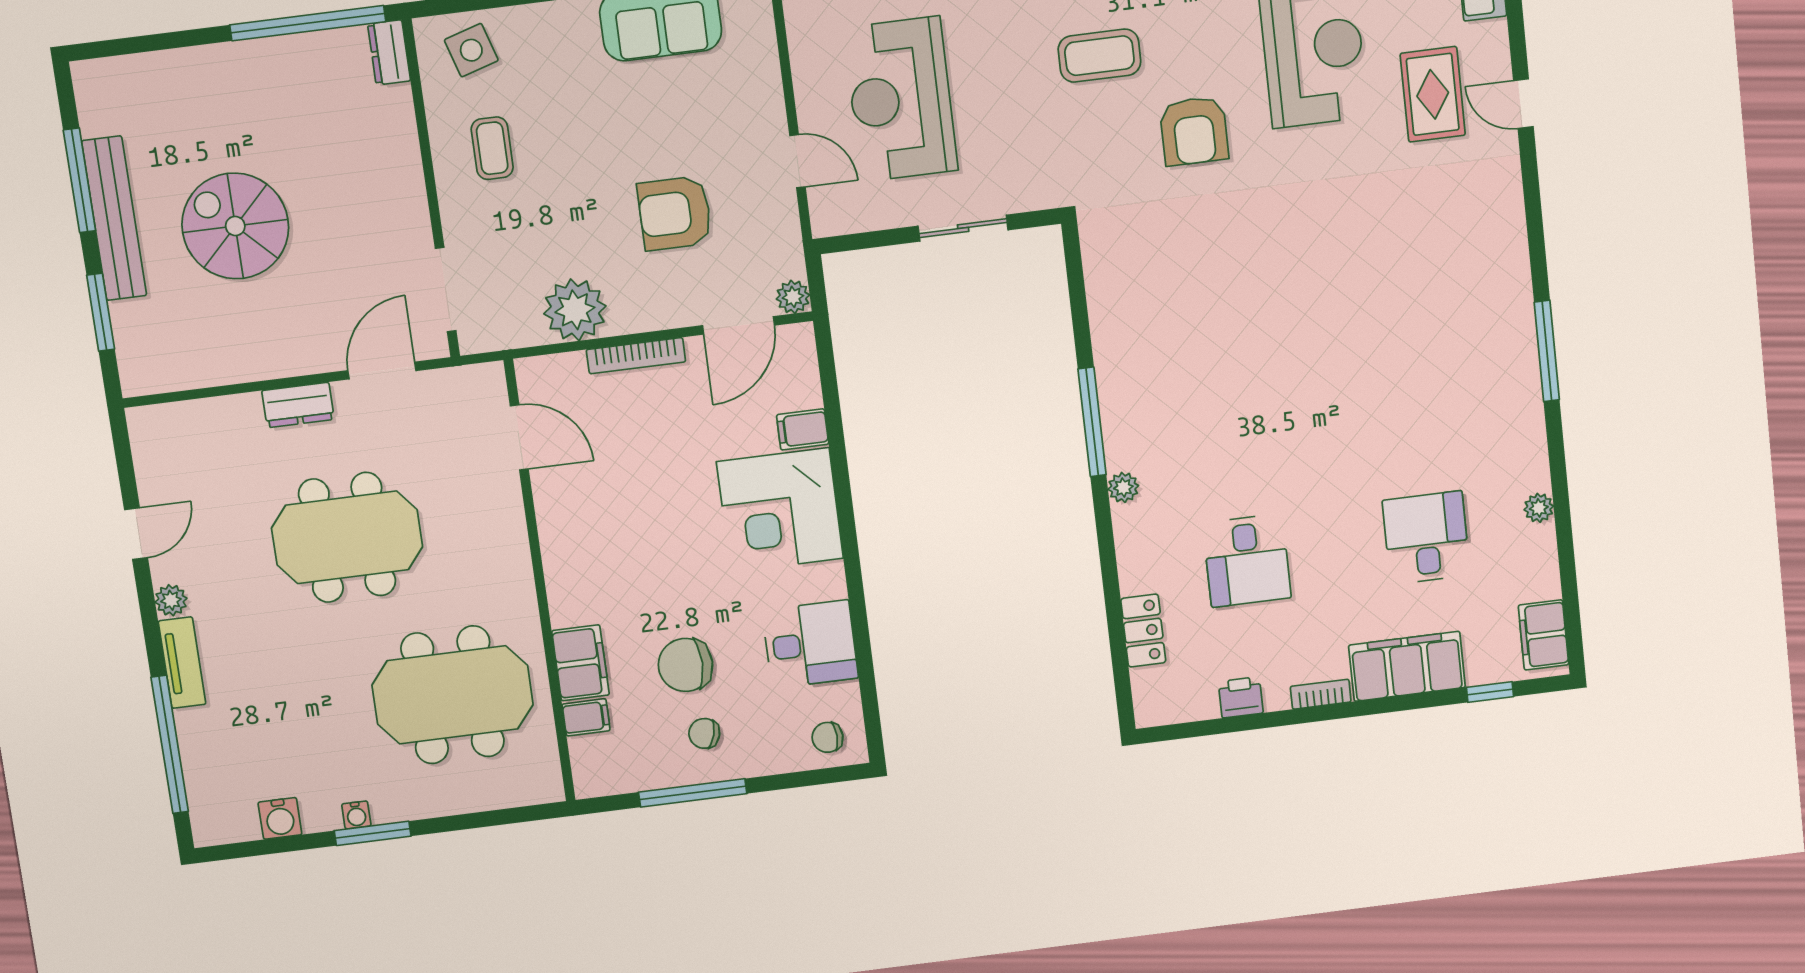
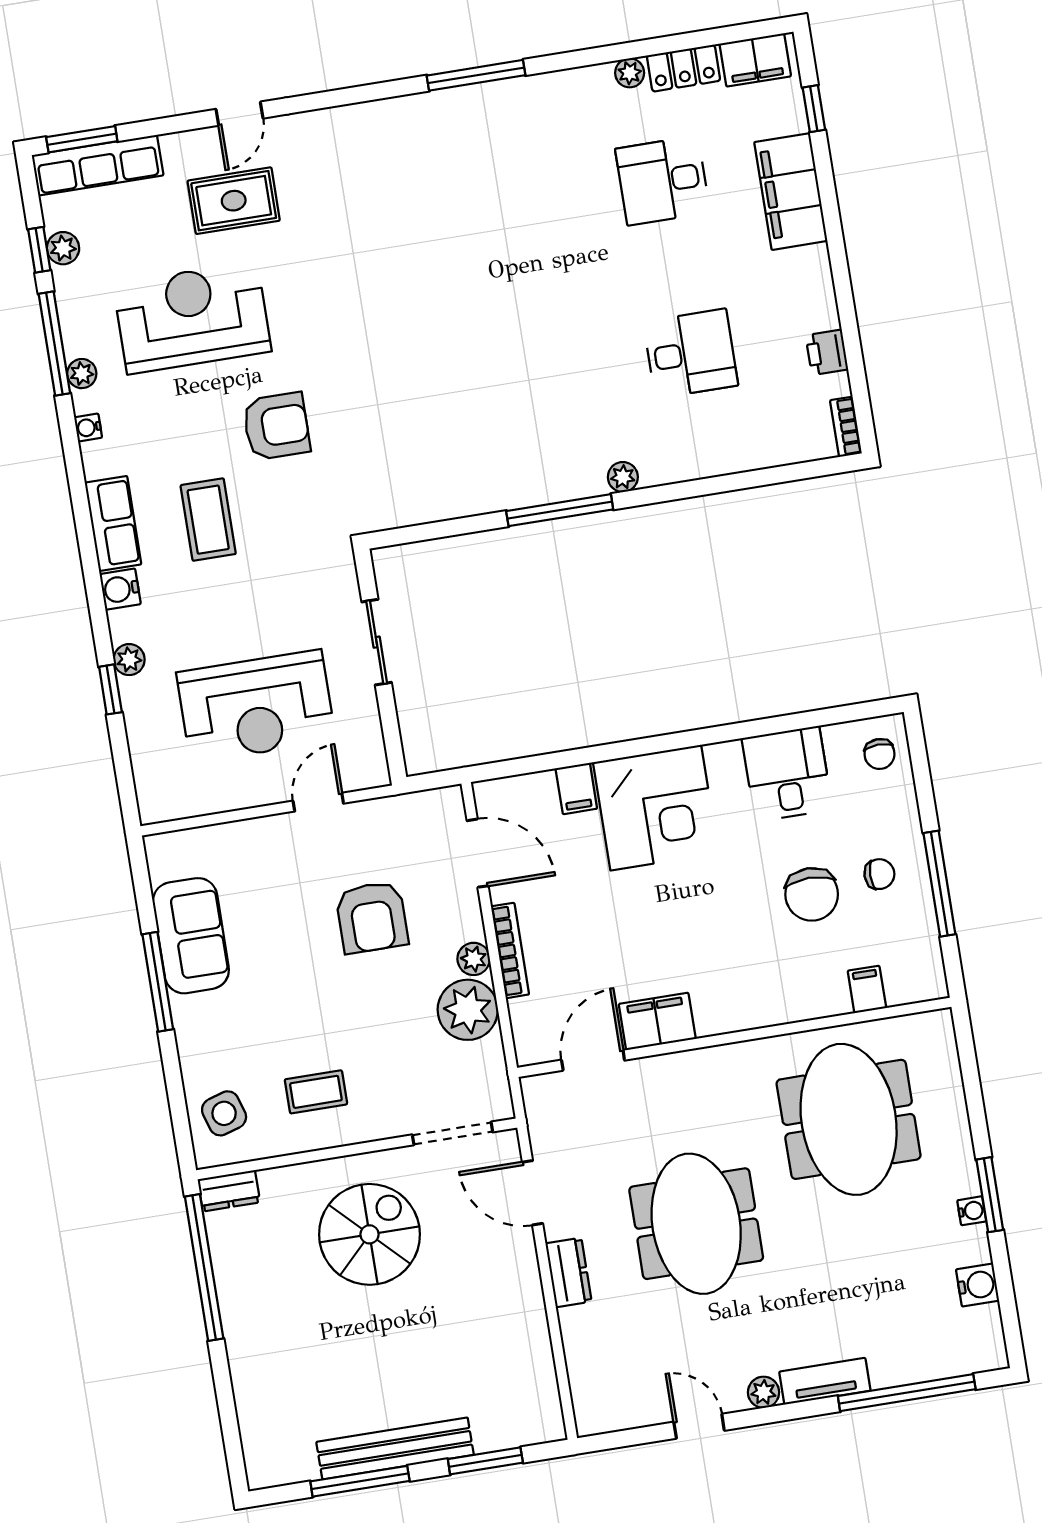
spiral stairs: (235, 226) -> (370, 1234), moved, turned 180
plant: (793, 297) -> (474, 959), moved
locker: (1143, 631) -> (684, 68), moved, turned 180
filing cabinet: (580, 663) -> (657, 1021), moved
bookcase: (1321, 694) -> (846, 427), moved
chair: (704, 733) -> (879, 874), turned -106

